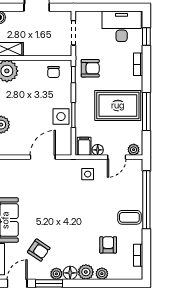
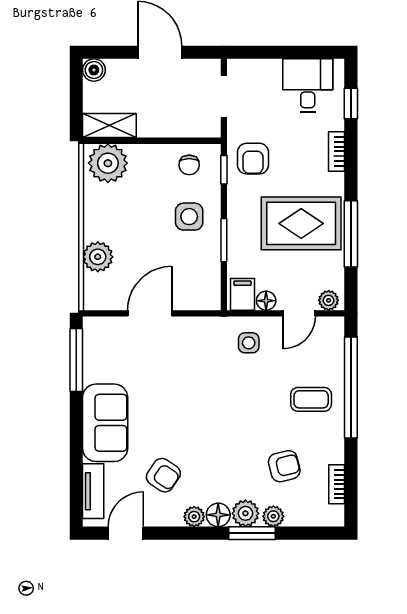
desk: (122, 26) -> (308, 85), width x0.73
armchair: (90, 68) -> (253, 159), turned 90
side table: (61, 117) -> (189, 217), moved
door: (43, 157) -> (150, 313), moved
coffee table: (129, 217) -> (311, 399), moved
armchair: (108, 245) -> (284, 466), turned 76
window: (49, 283) -> (252, 533), moved

